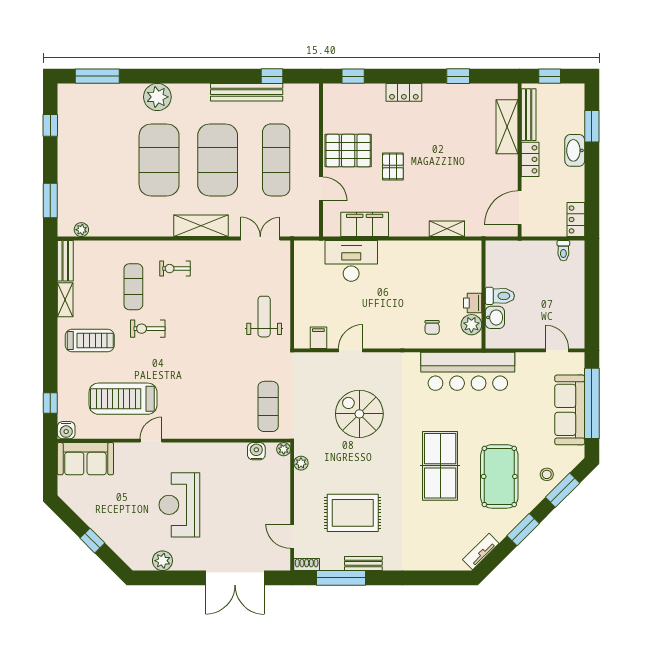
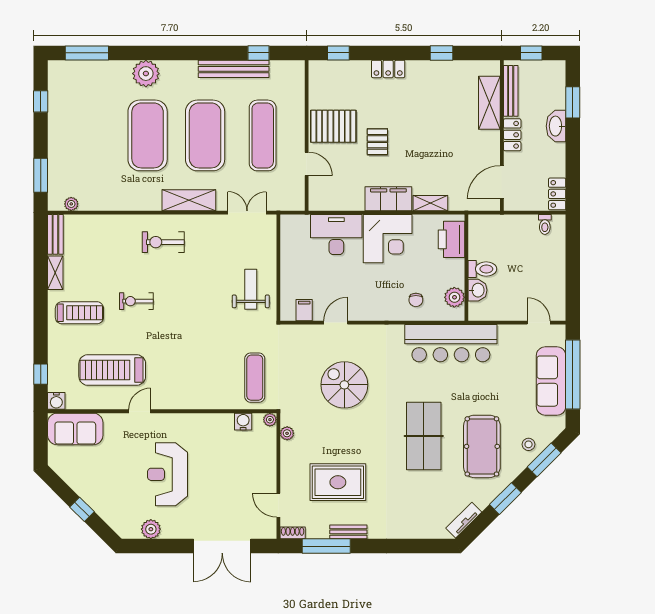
filing cabinet: (365, 224) -> (388, 199), moved
corner desk: (403, 265) -> (388, 239), added
exercise bike: (175, 269) -> (163, 242), width x1.38, depth x1.39
exercise mat: (133, 287) -> (122, 260), removed
printer: (473, 303) -> (451, 239), moved, width x1.87, depth x1.48

